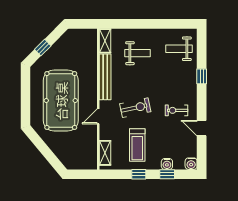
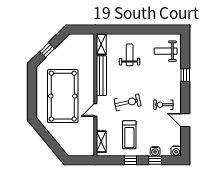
weight bench: (138, 53) -> (130, 55), turned -90

